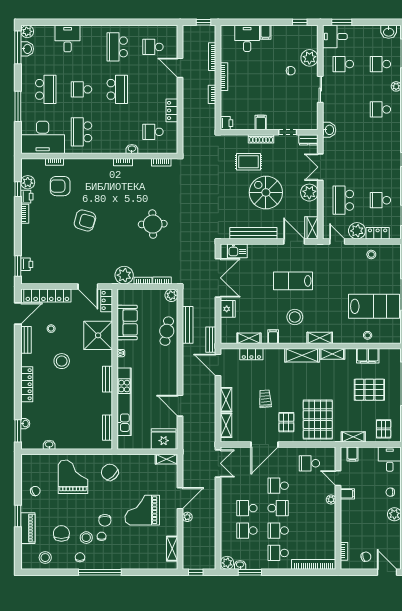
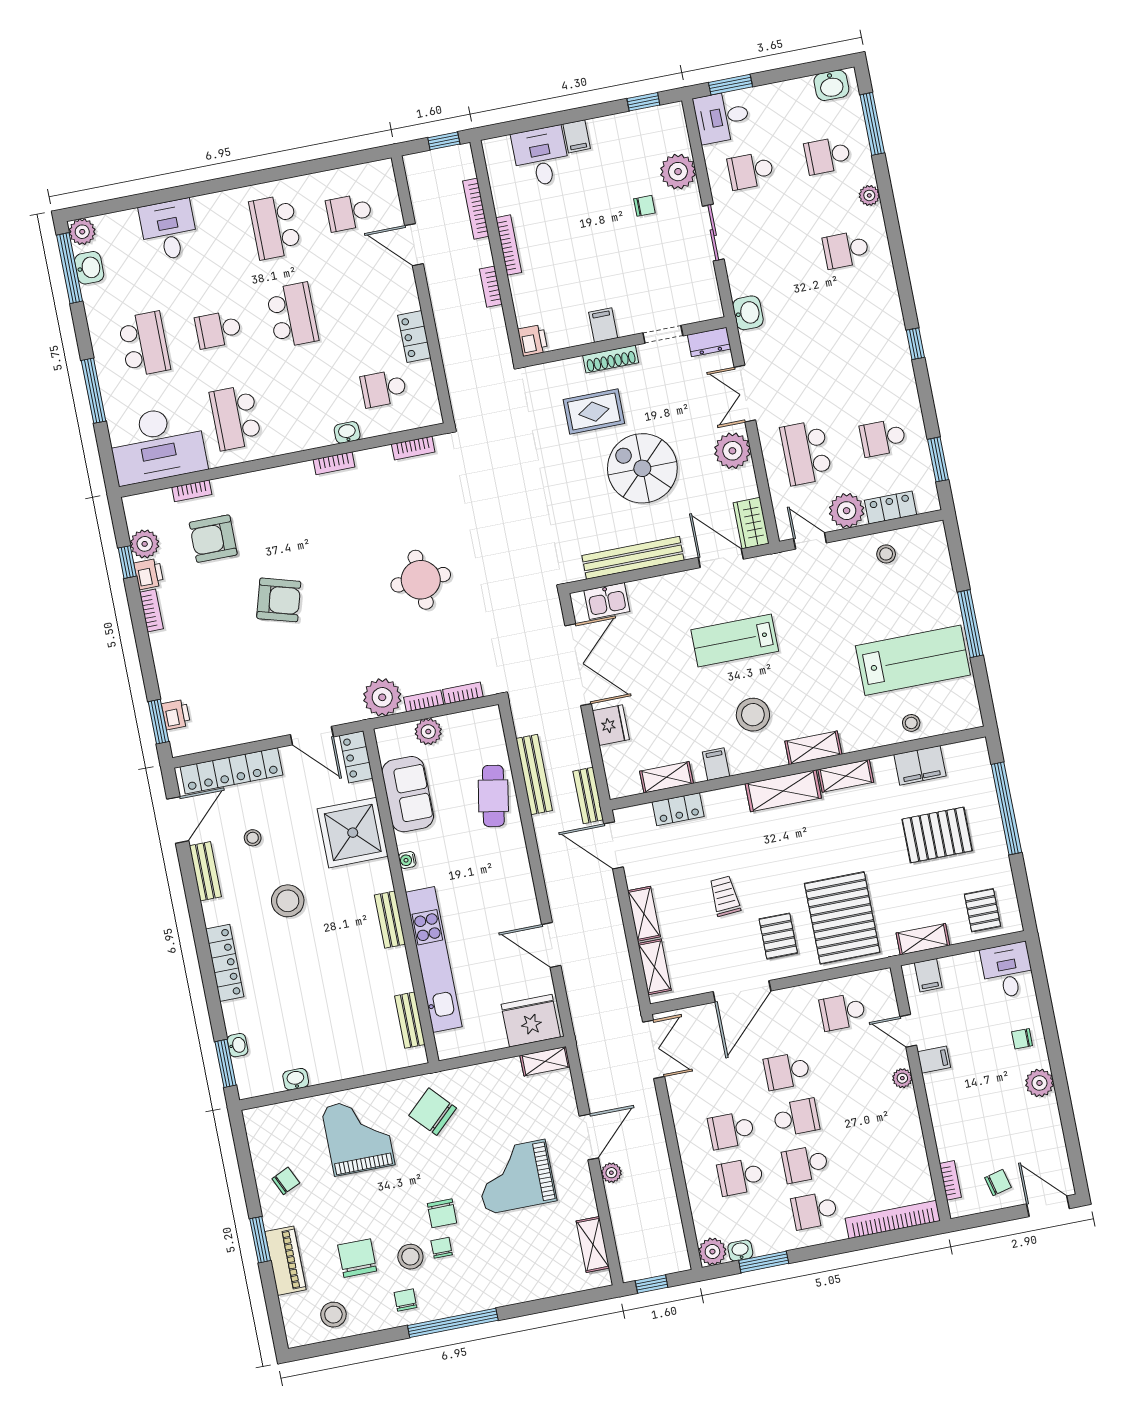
plant: (171, 295) -> (428, 732), moved

